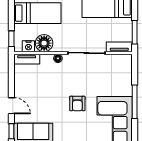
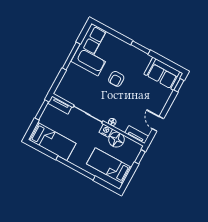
nightstand: (28, 46) -> (106, 131), moved
armchair: (77, 104) -> (116, 79), turned 180
door: (11, 106) -> (158, 124), moved

